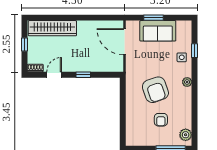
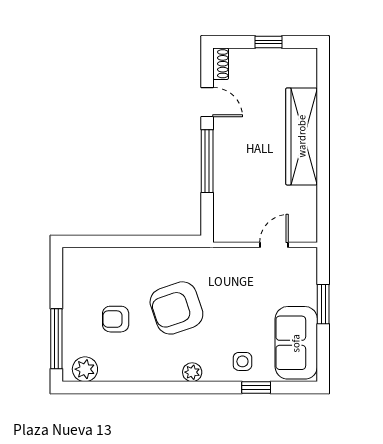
wardrobe: (52, 28) -> (302, 136), moved
sofa: (158, 31) -> (296, 343), moved
door: (124, 42) -> (274, 245), width x0.53
window: (83, 75) -> (207, 161), width x2.17

